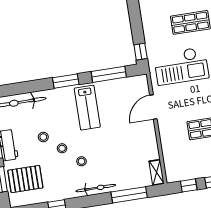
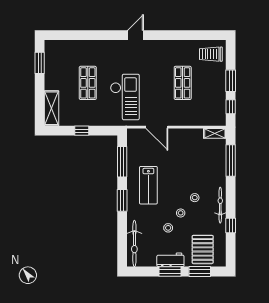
window: (141, 52) -> (82, 131), moved
lab bench: (87, 108) -> (148, 185), turned 90
bicycle: (96, 188) -> (220, 205), moved

